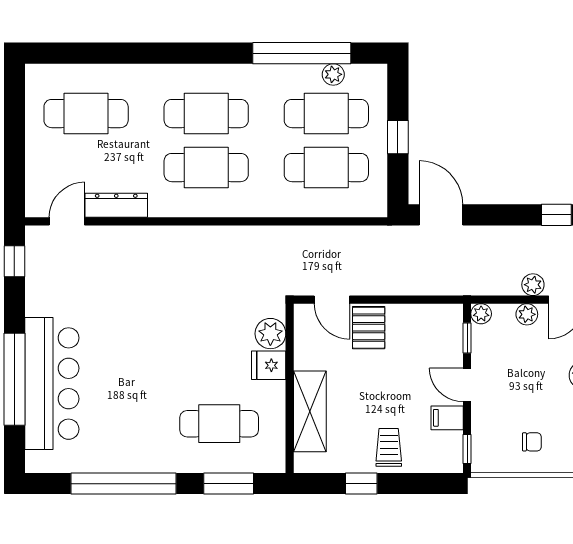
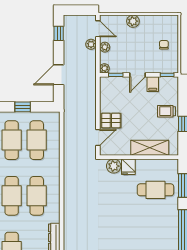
door: (441, 215) -> (59, 75), moved
cafe table: (219, 424) -> (155, 190), turned 90

